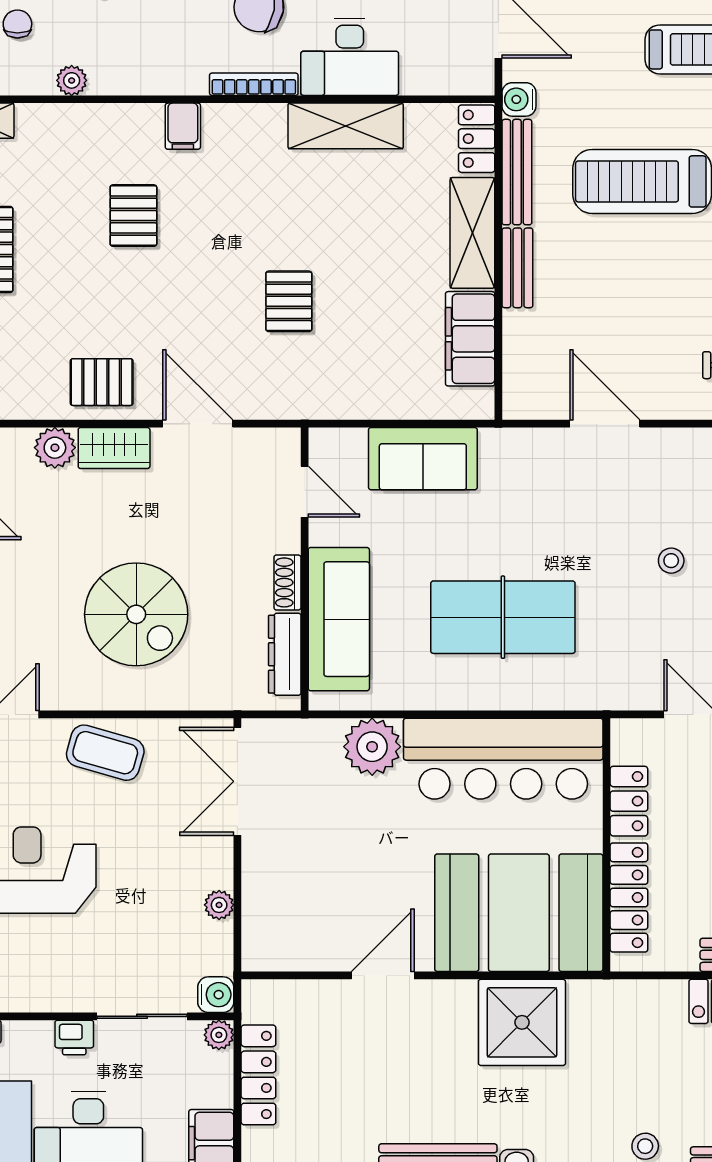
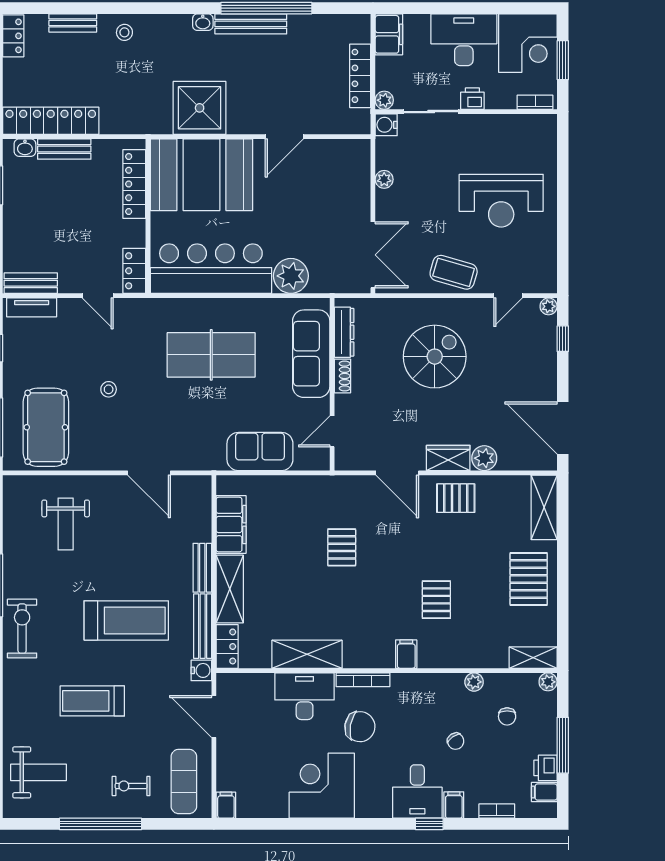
door: (305, 492) -> (332, 431), hinge flipped
spiral stairs: (136, 614) -> (435, 357), turned 90
locker: (629, 801) -> (134, 271), moved

